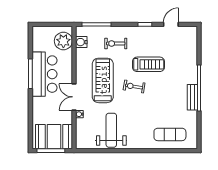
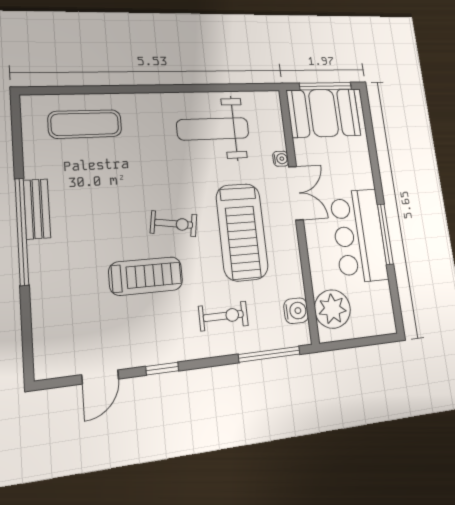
treadmill: (148, 64) -> (146, 276), turned 180
weight bench: (111, 130) -> (213, 129), turned 90

